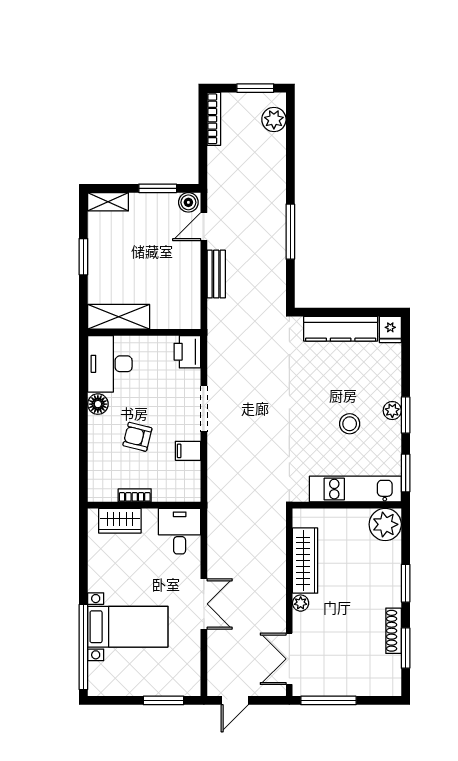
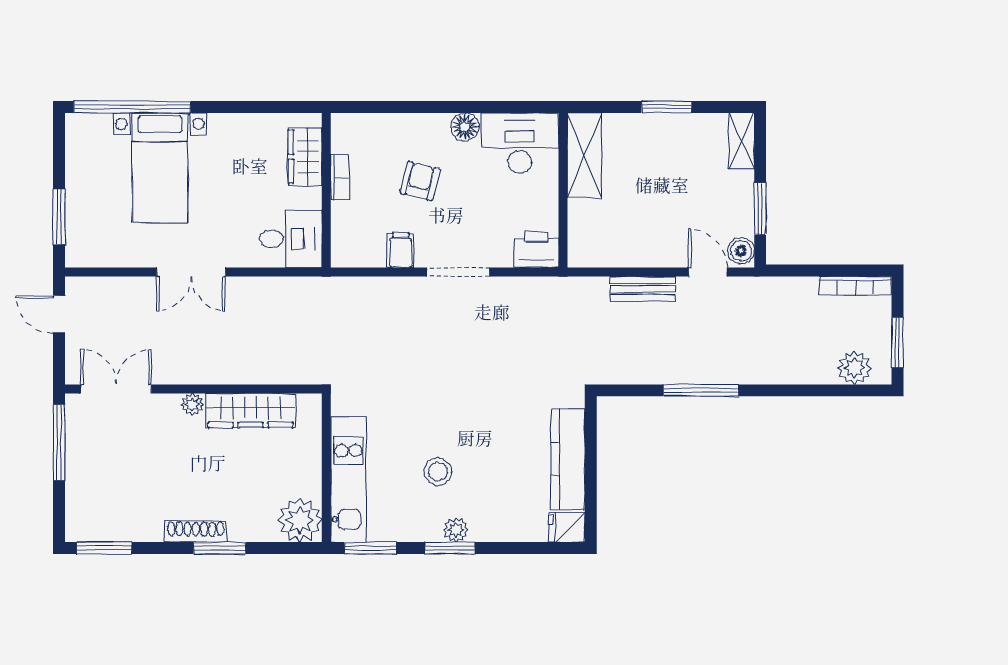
shoe rack: (394, 631) -> (196, 532), moved
window: (406, 648) -> (104, 548), moved

